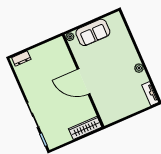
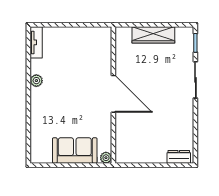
wardrobe: (85, 128) -> (153, 35), moved

